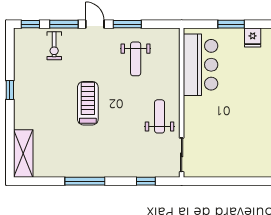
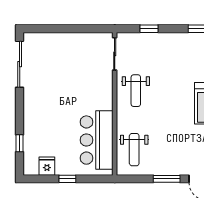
window: (231, 24) -> (67, 179), width x0.67
weight bench: (136, 59) -> (134, 150), moved, turned 180

